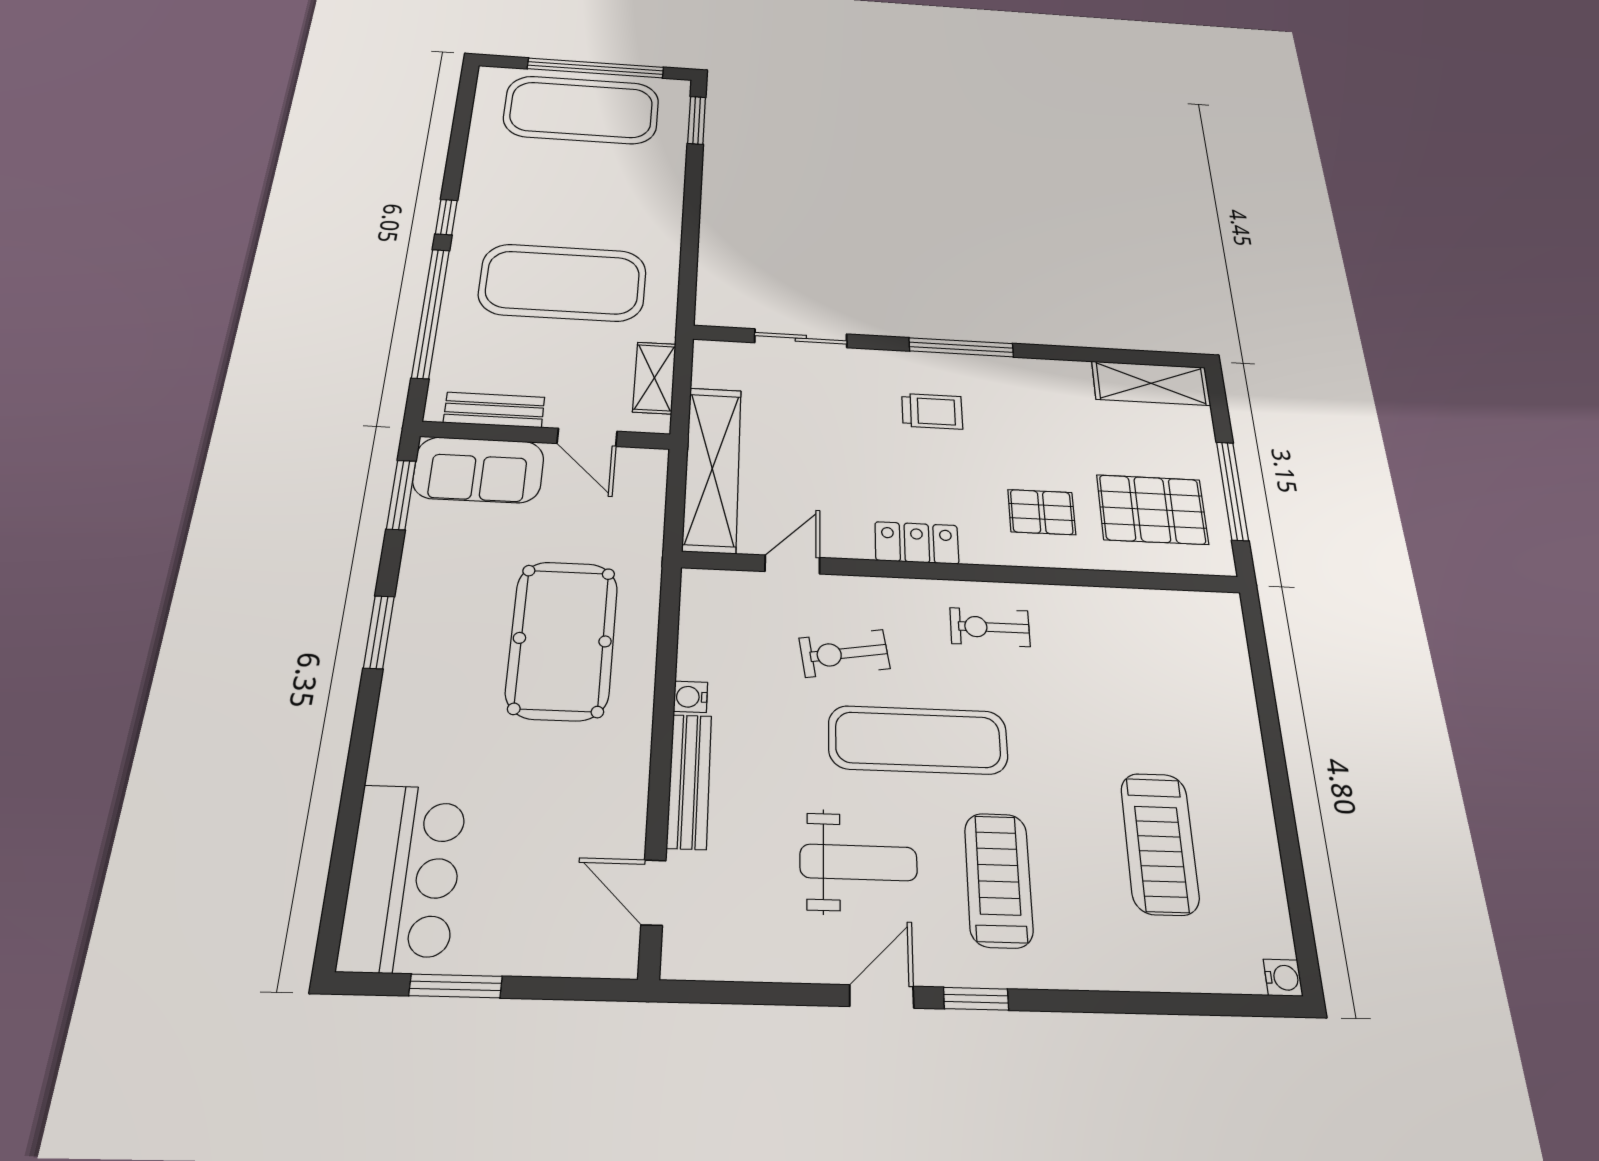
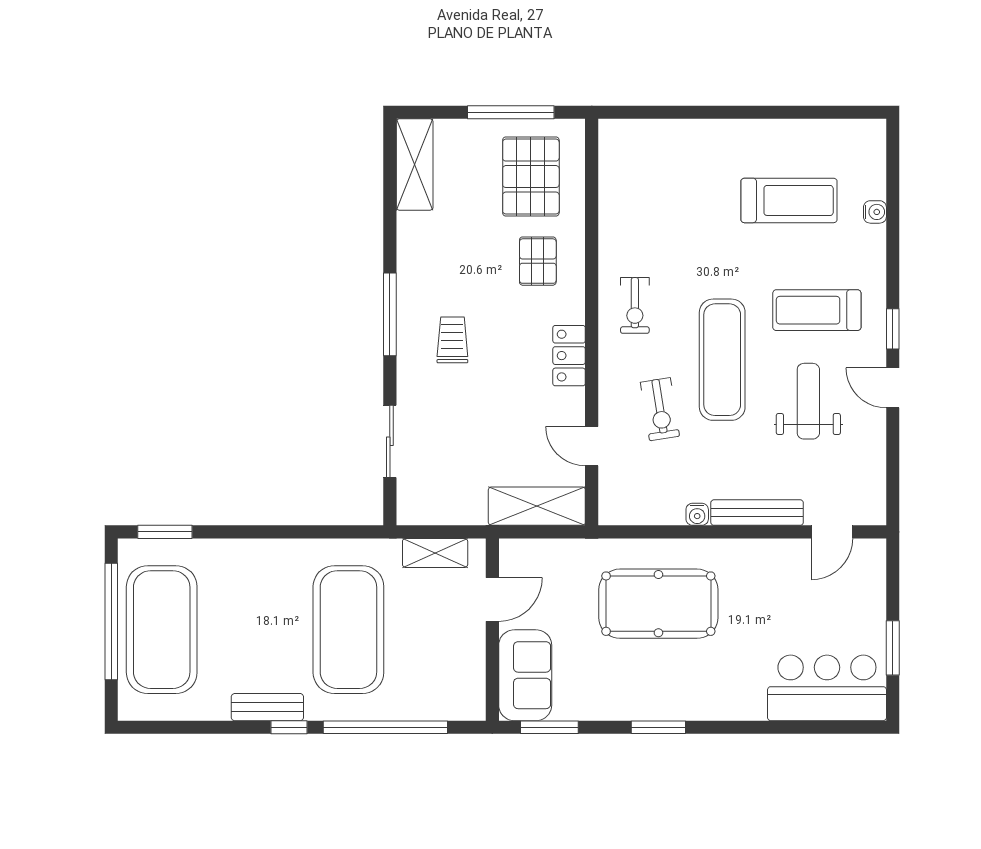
bench: (494, 410) -> (267, 707), moved, turned 90
shelving: (712, 469) -> (537, 506), width x0.68
water cooler: (1283, 978) -> (875, 212), moved, turned 90

